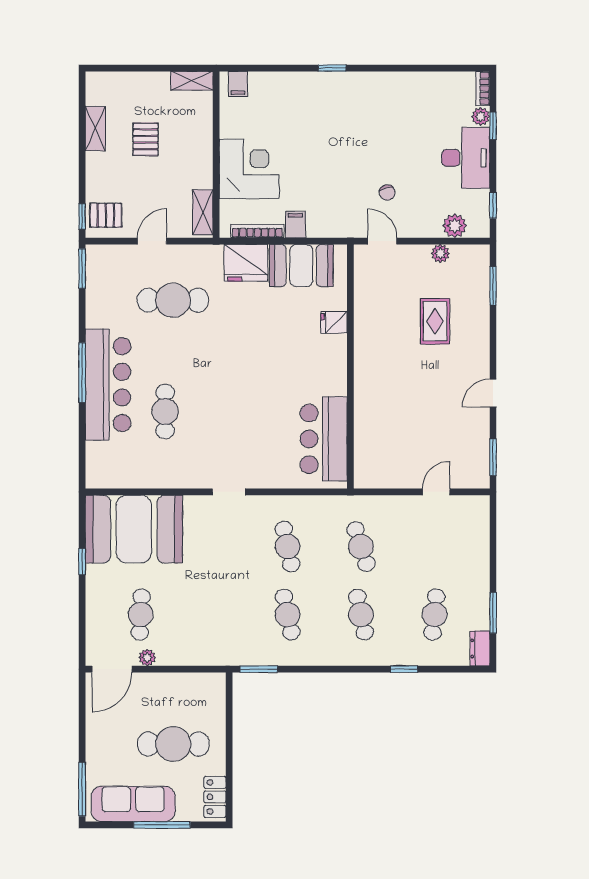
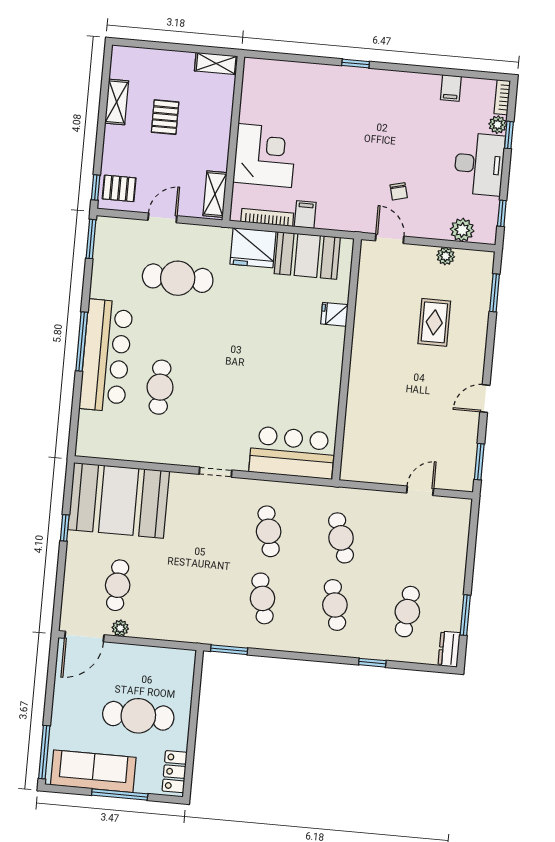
filing cabinet: (238, 84) -> (451, 88), moved
bar counter: (324, 439) -> (292, 453), moved, turned 90

